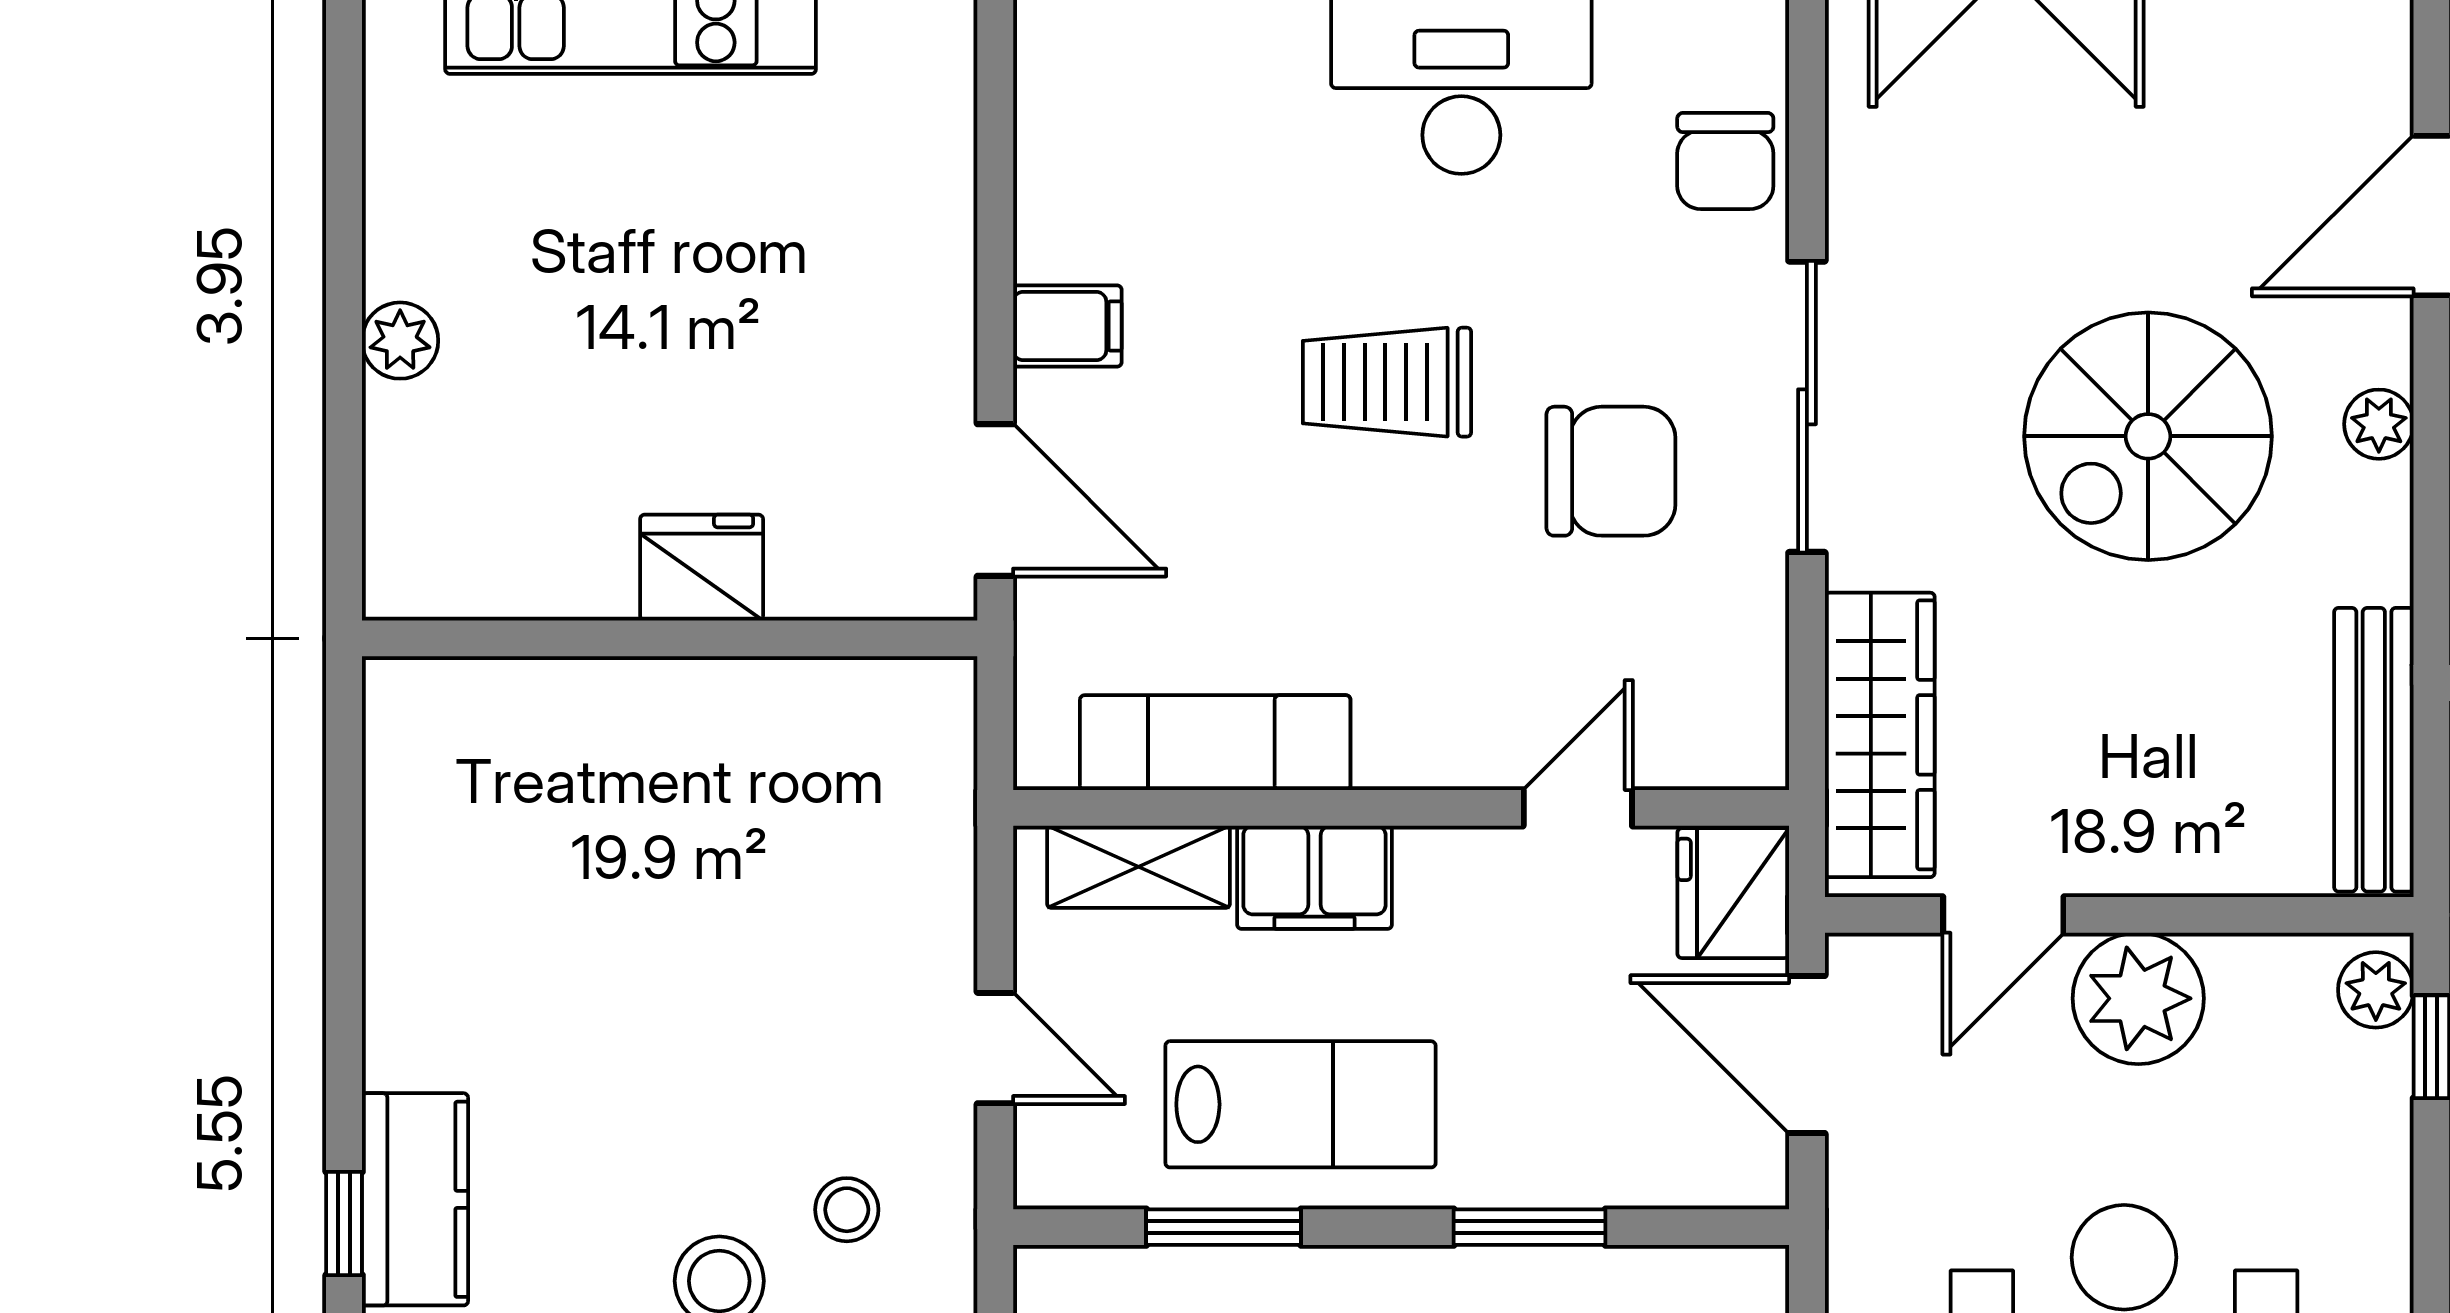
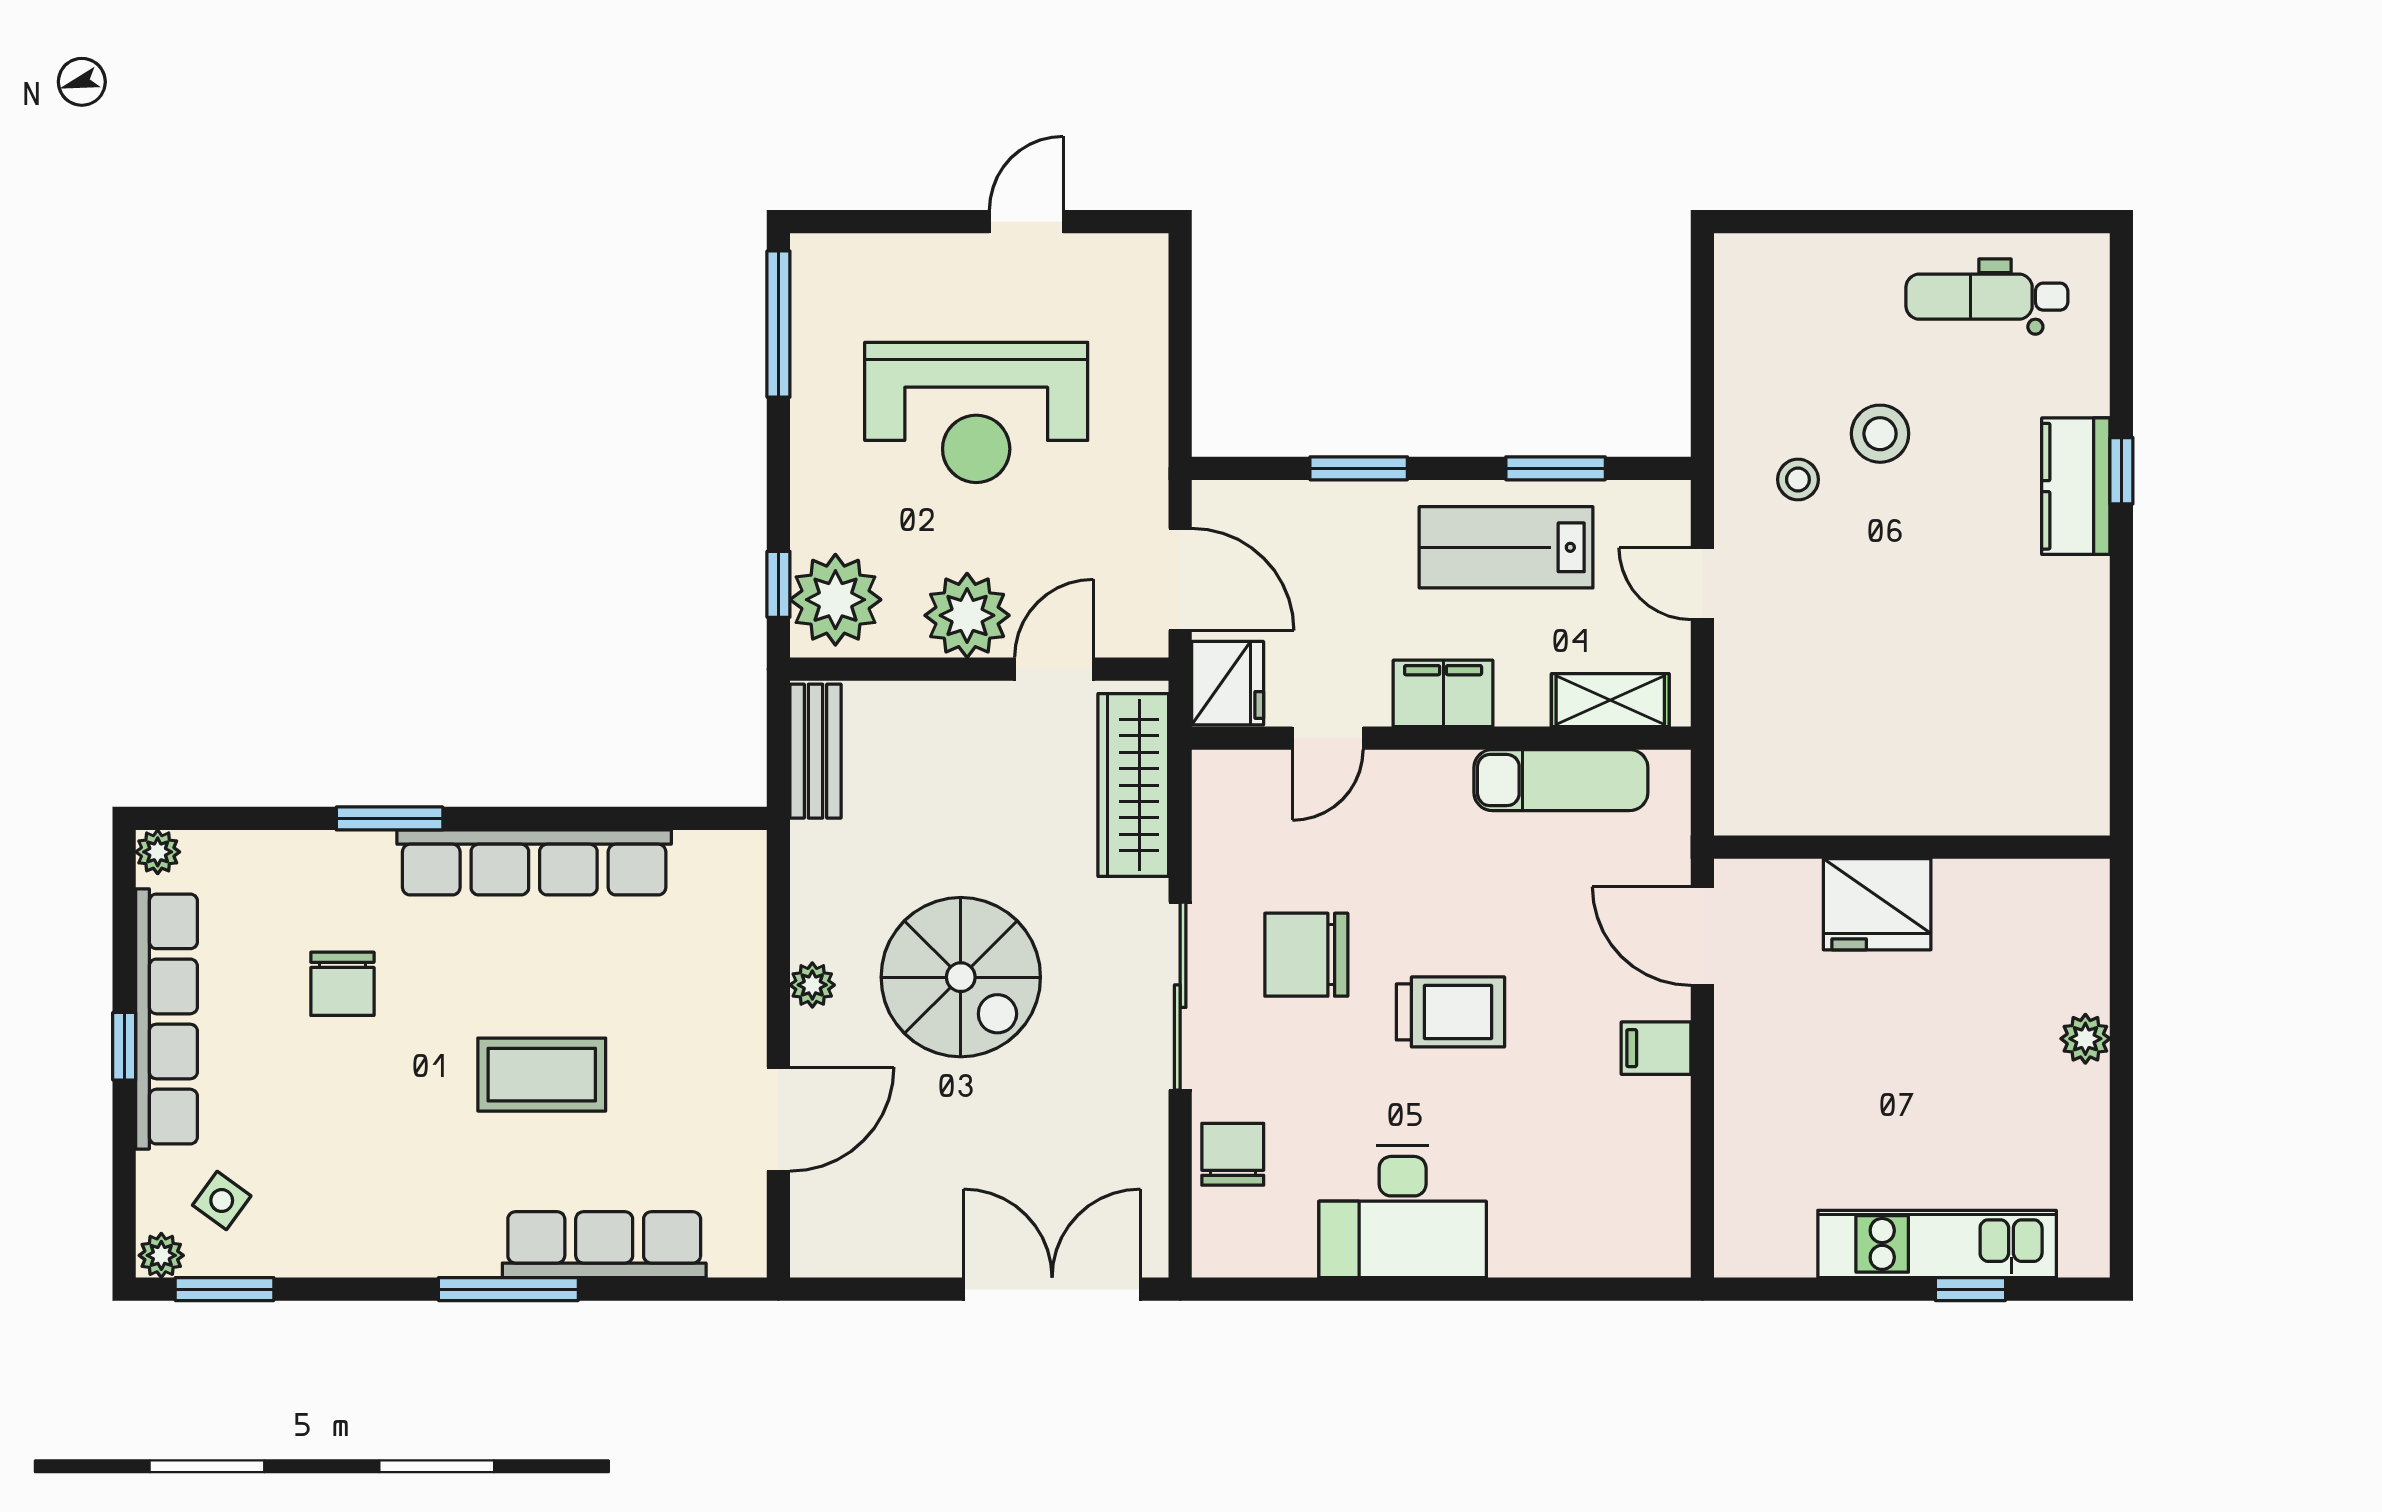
spiral stairs: (2148, 436) -> (961, 977), turned 90
fridge: (702, 568) -> (1877, 904), width x1.36, depth x1.34
bench: (2374, 750) -> (816, 751), width x0.73
filing cabinet: (1314, 877) -> (1443, 693), moved
plant: (2376, 990) -> (835, 600), width x1.87, depth x1.87

